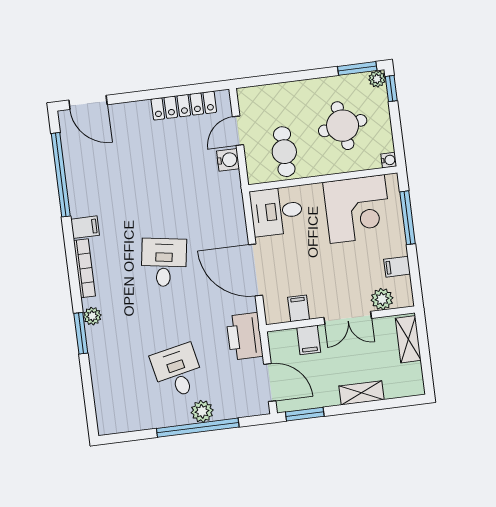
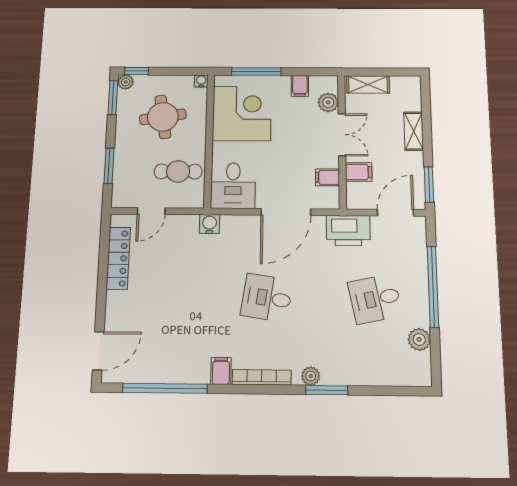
window: (281, 78) -> (109, 166), added
door: (238, 131) -> (151, 211), hinge flipped
water cooler: (228, 160) -> (210, 224), moved
plant: (202, 411) -> (419, 339), moved

